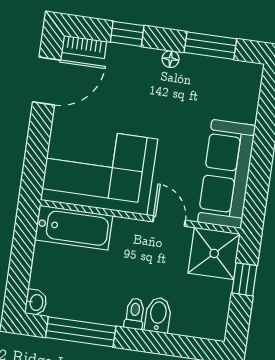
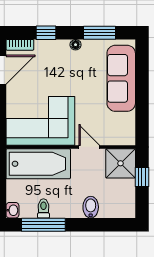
sofa: (227, 174) -> (121, 78), moved
bathtub: (74, 228) -> (38, 164), width x1.36, depth x1.36
toilet: (135, 314) -> (43, 208), moved

